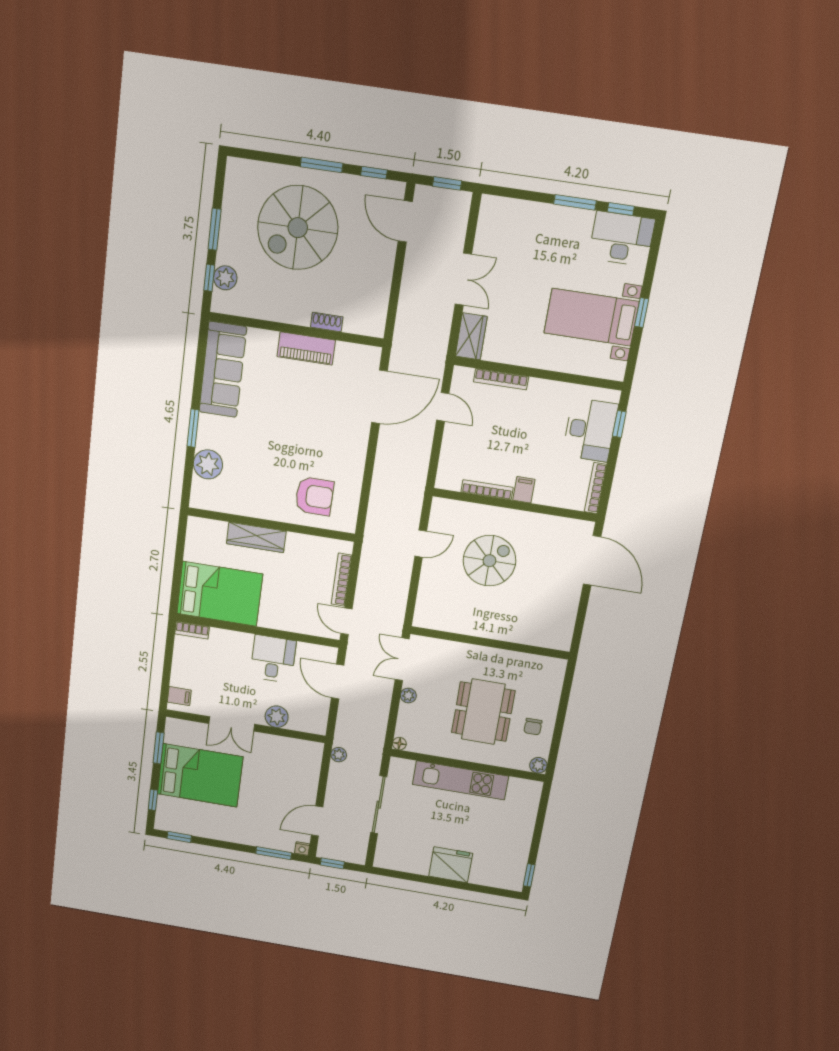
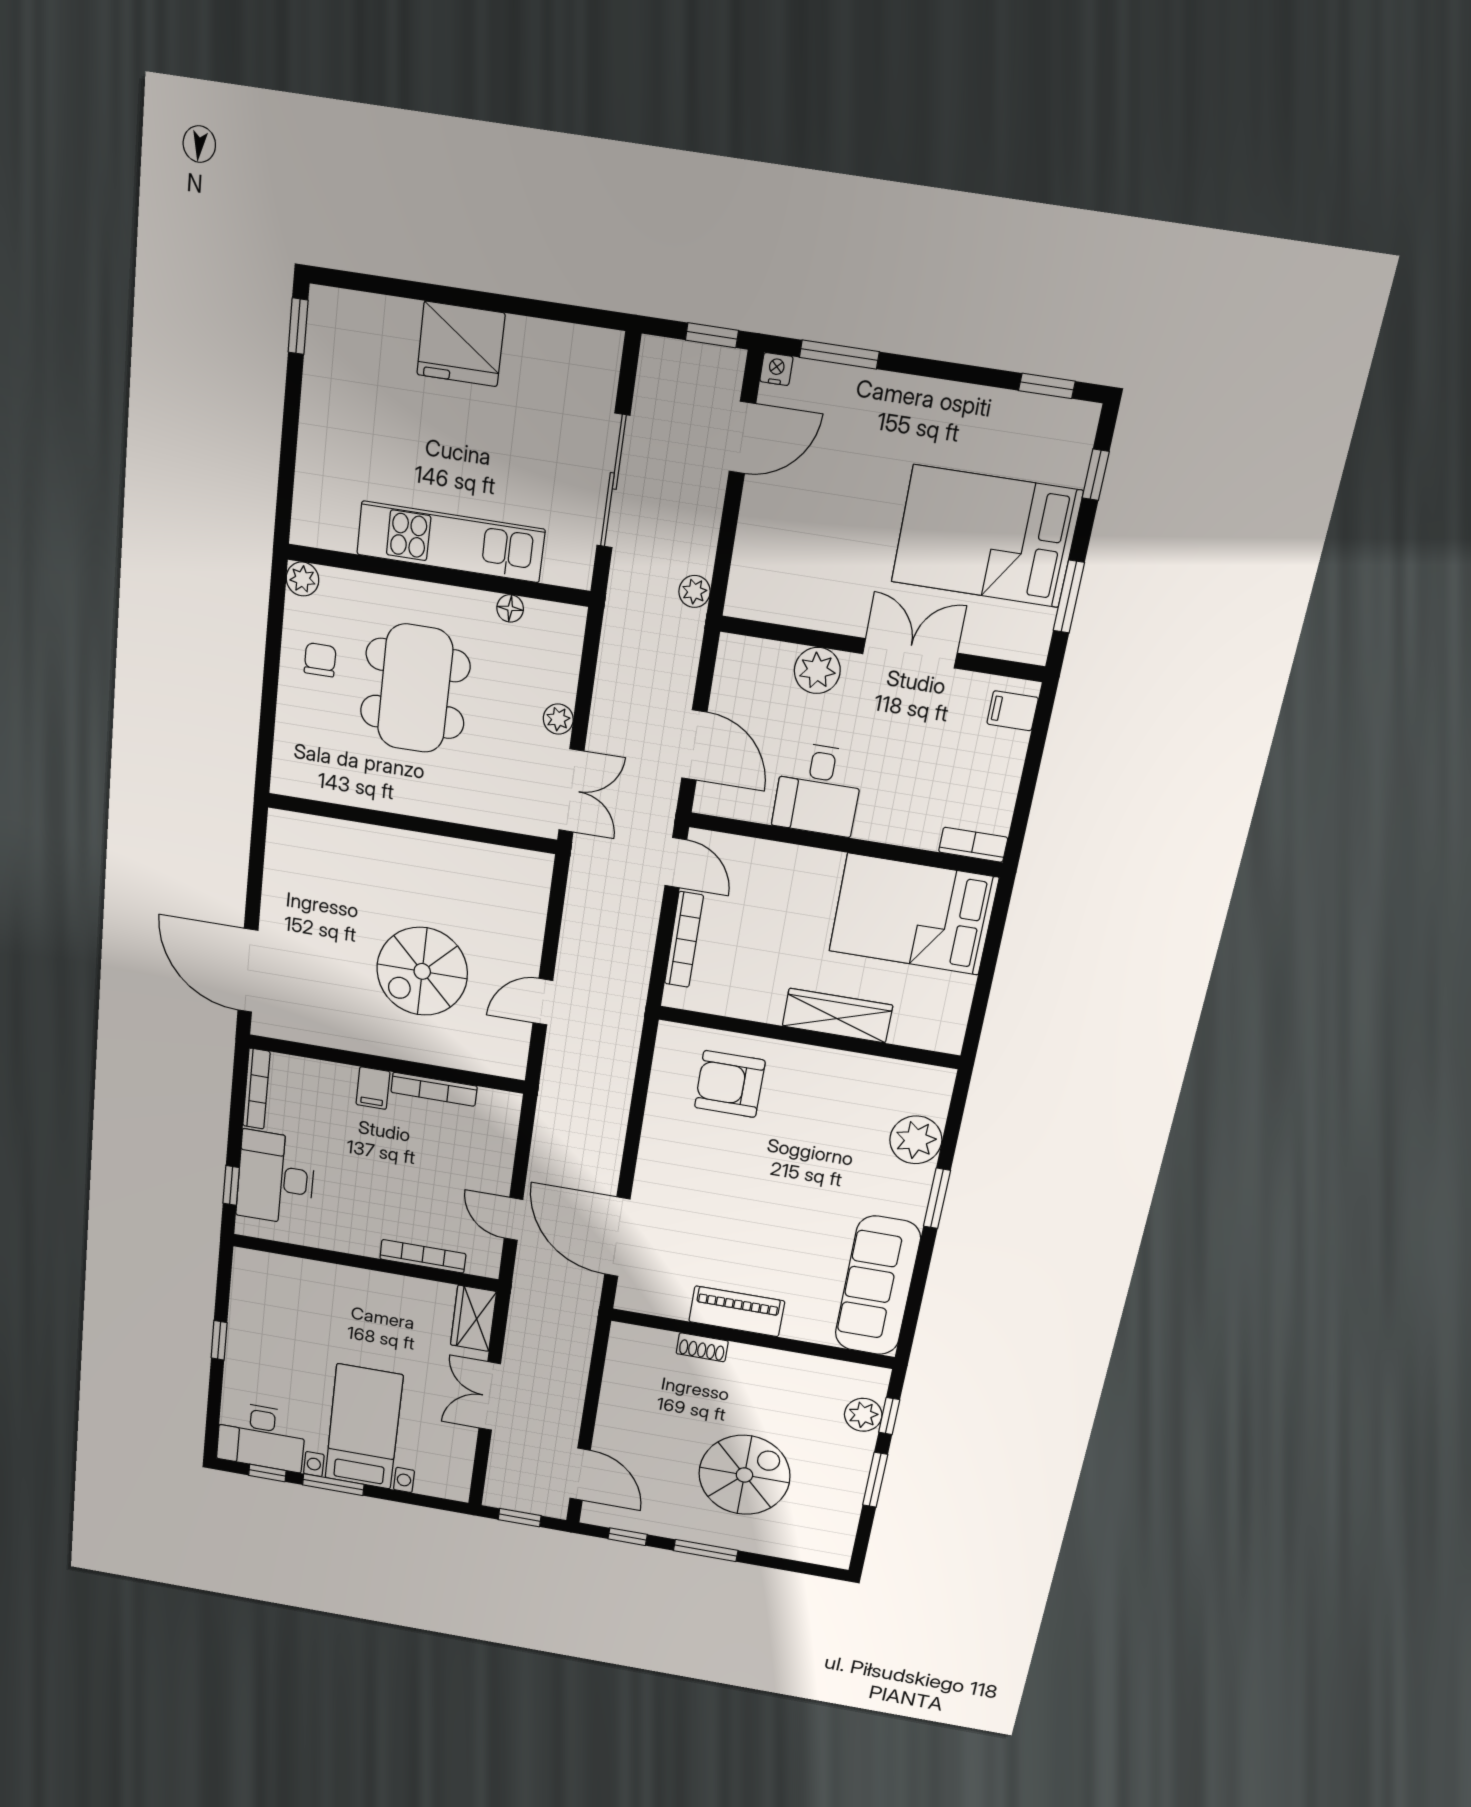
spiral stairs: (298, 228) -> (744, 1475), width x0.73, depth x0.73
bed with nightstands: (591, 317) -> (364, 1427), moved, turned -90
door: (379, 397) -> (617, 1237), hinge flipped
floor lamp: (399, 744) -> (510, 608), moved

